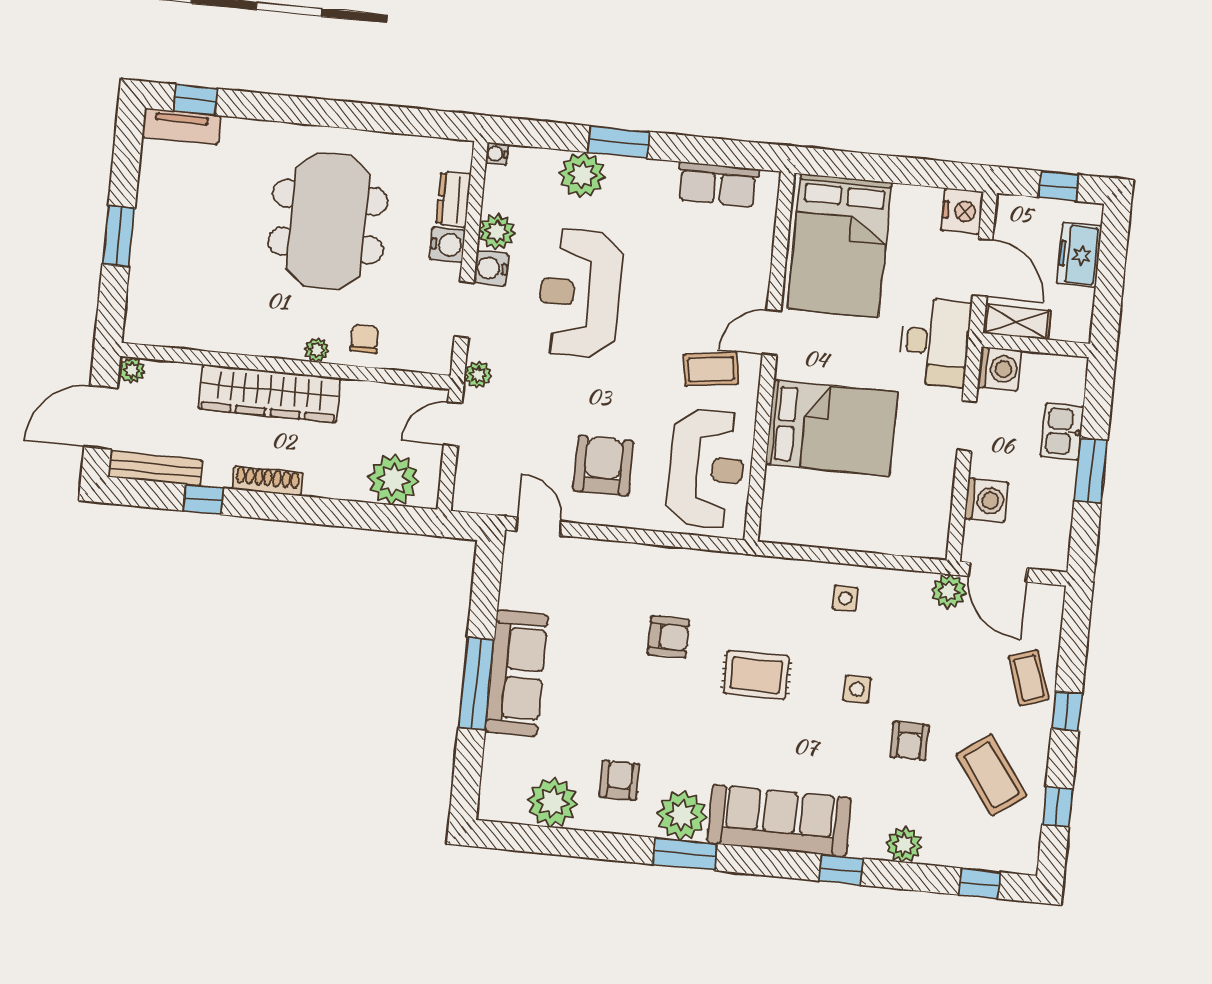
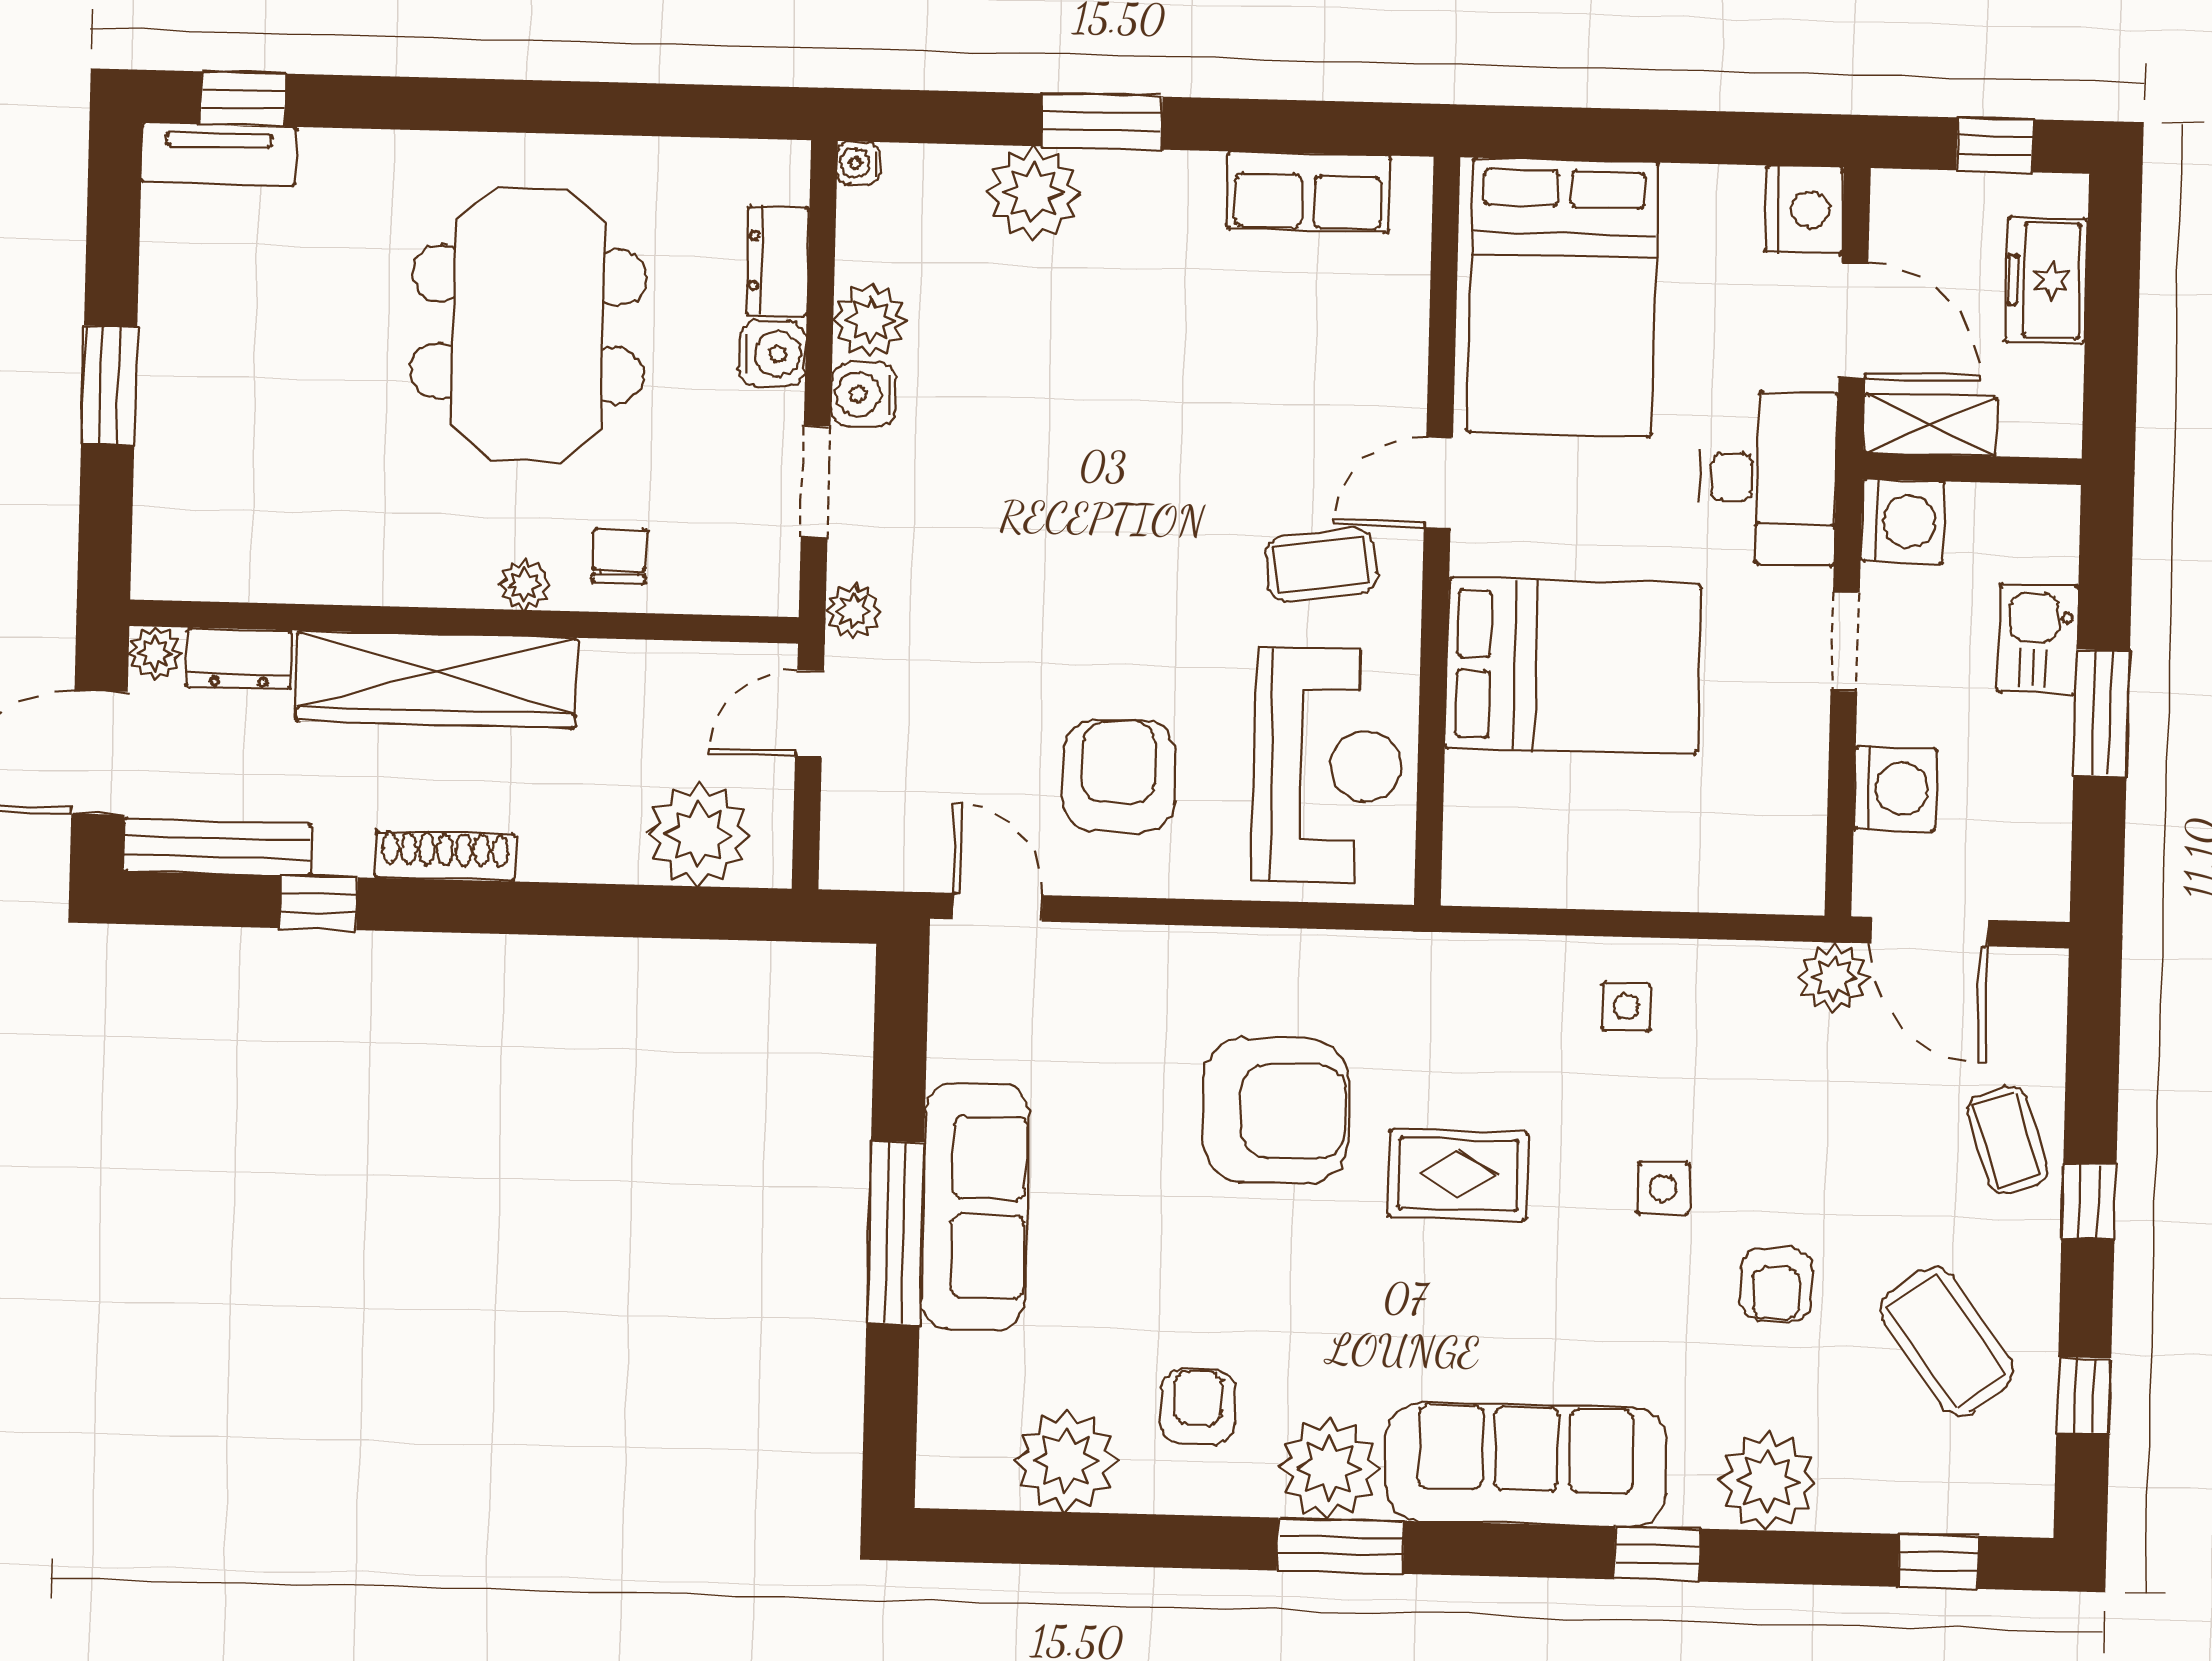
reception desk: (580, 293) -> (1046, 432), removed
dresser: (173, 376) -> (239, 659), added
armchair: (668, 637) -> (1276, 1111), width x1.88, depth x1.88
plant: (904, 845) -> (1768, 1481), width x1.36, depth x1.36

